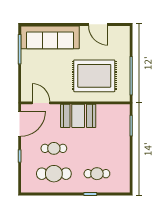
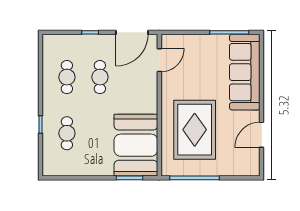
booth: (78, 116) -> (136, 145), moved, width x1.36, depth x1.42
door: (20, 124) -> (132, 32), hinge flipped
cafe table: (54, 174) -> (67, 77), width x0.73, depth x0.74

